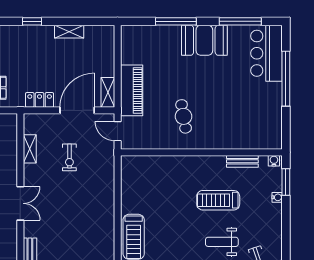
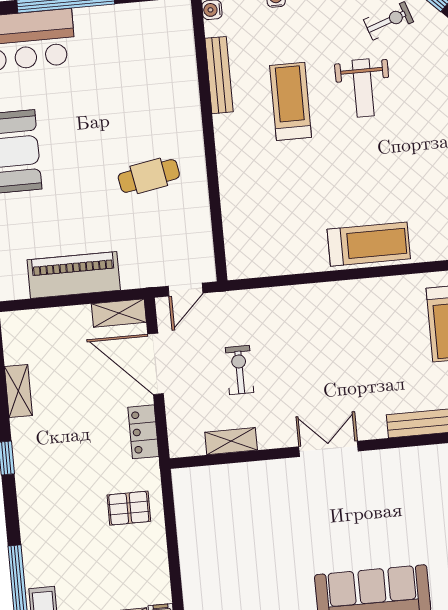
piano: (132, 90) -> (74, 275), moved
exercise bike: (69, 157) -> (239, 370), turned -90
bench: (242, 161) -> (219, 75), width x1.36
treadmill: (218, 200) -> (291, 101), turned 180

